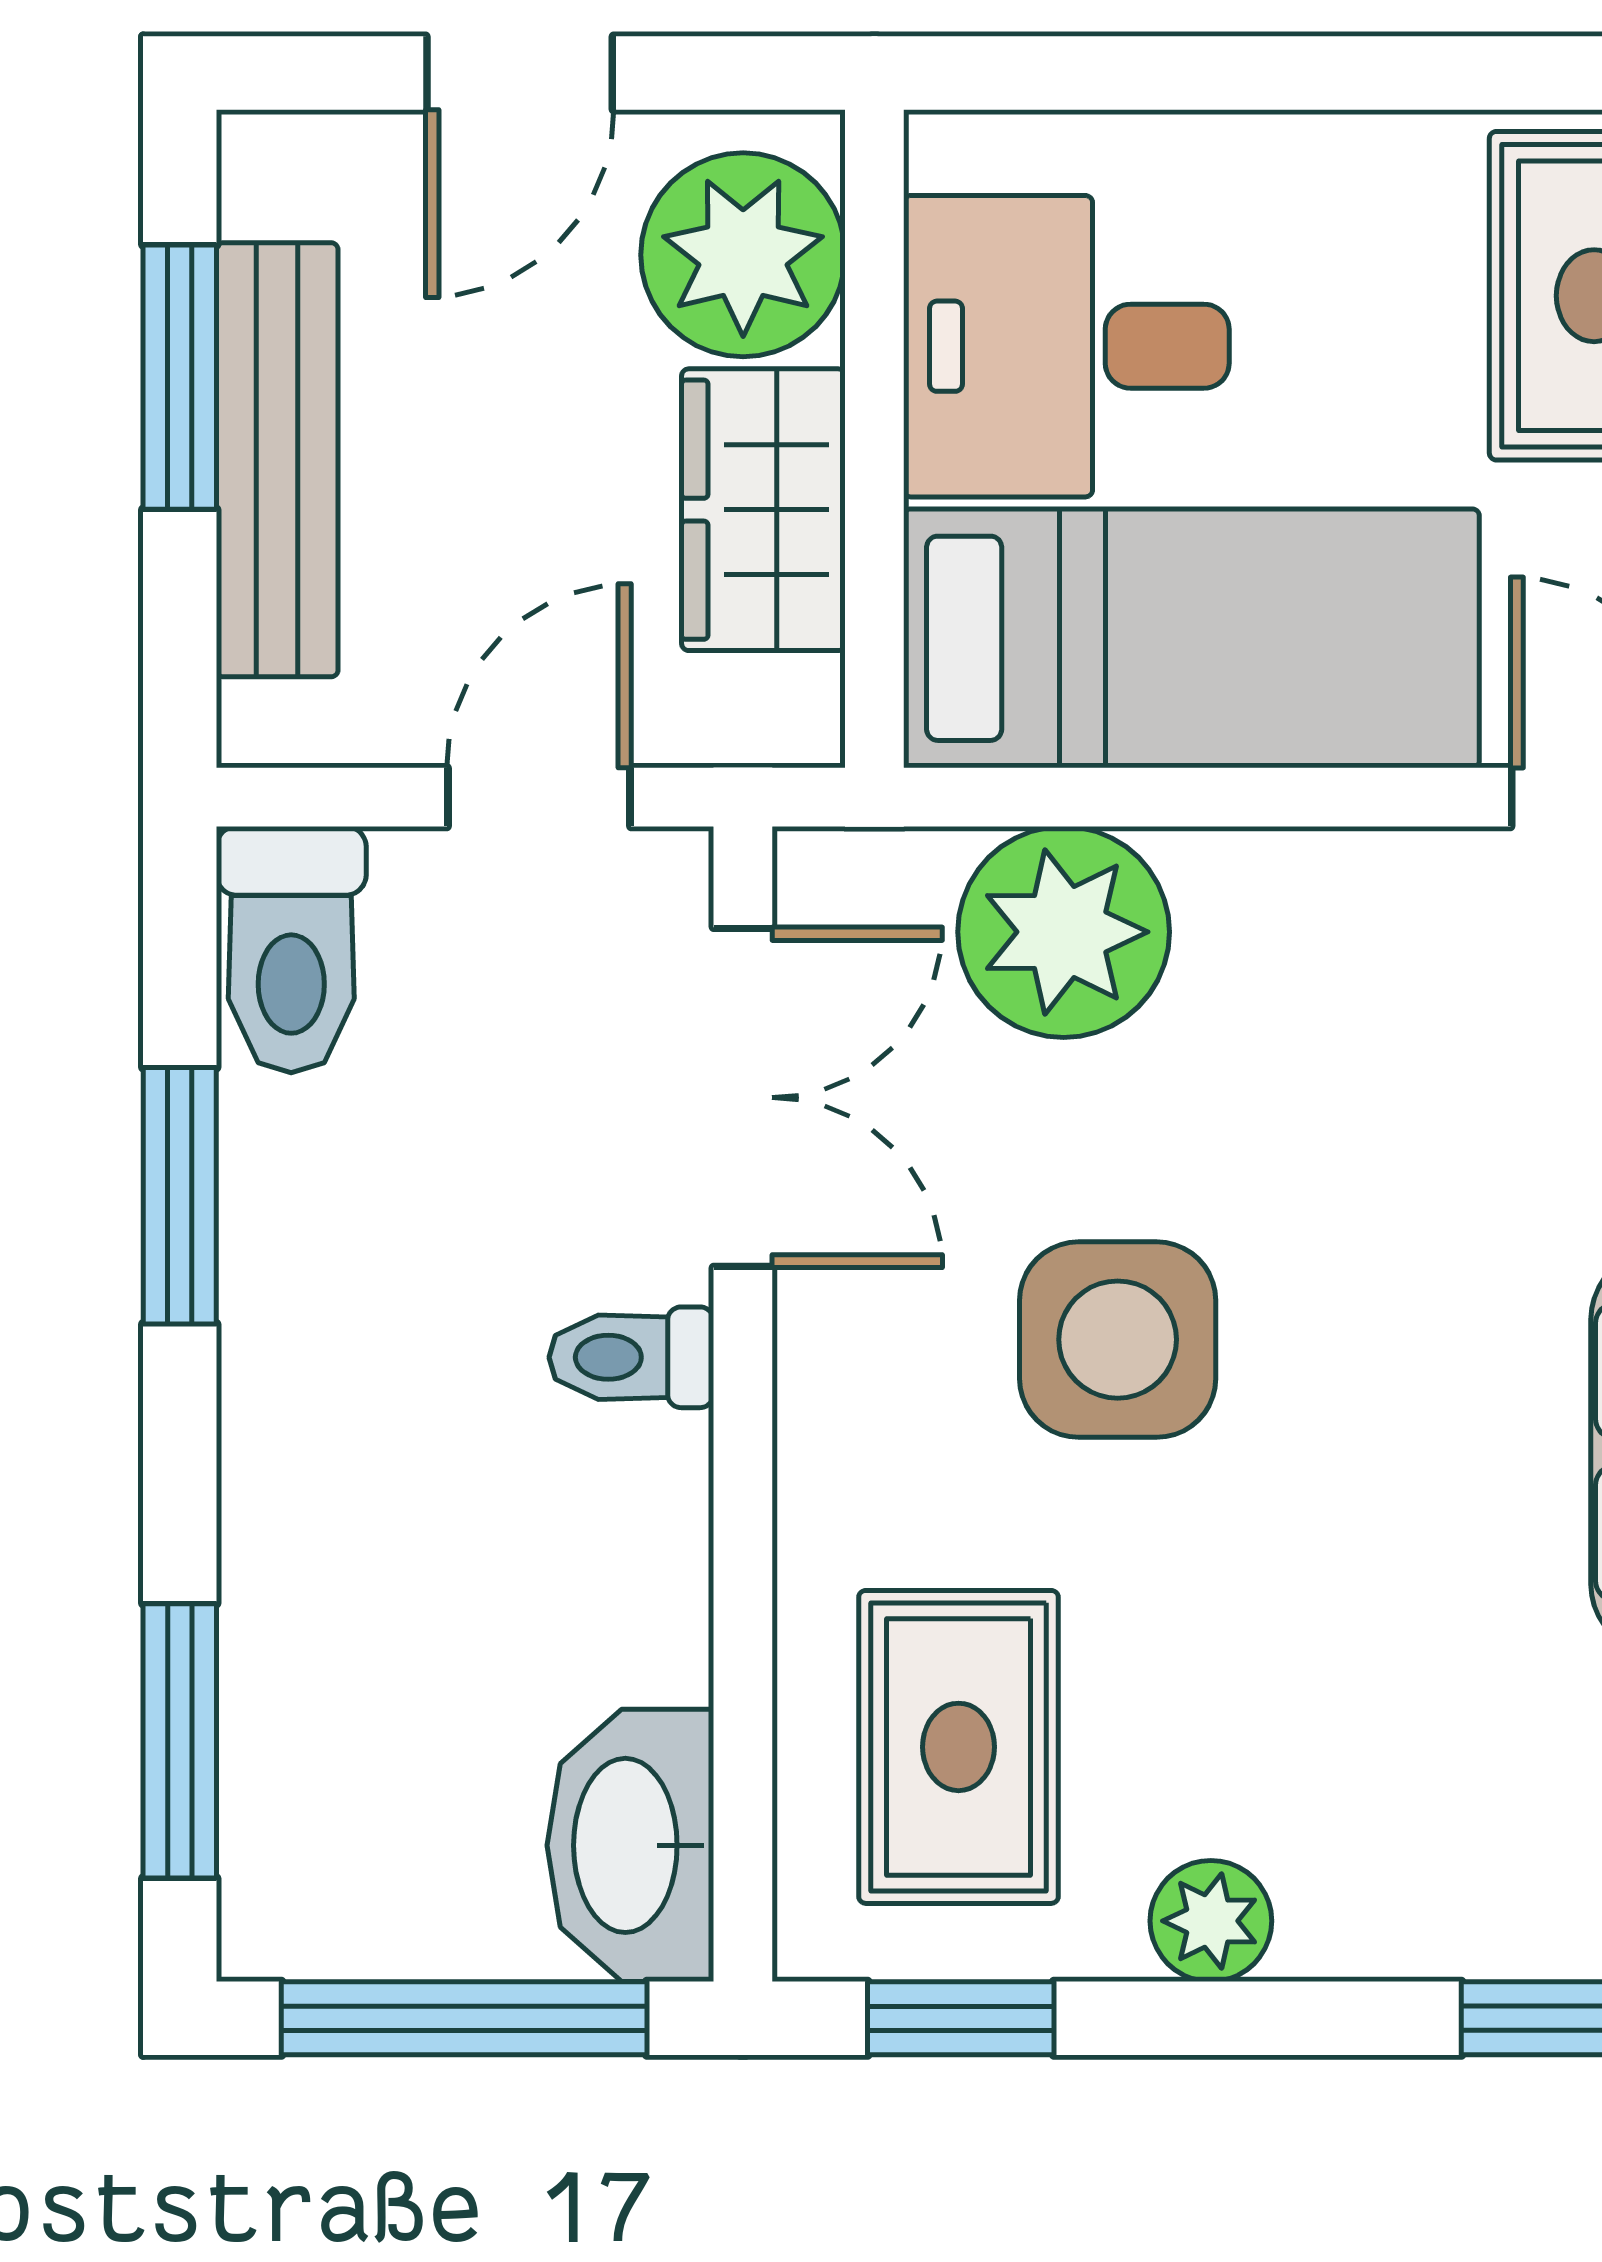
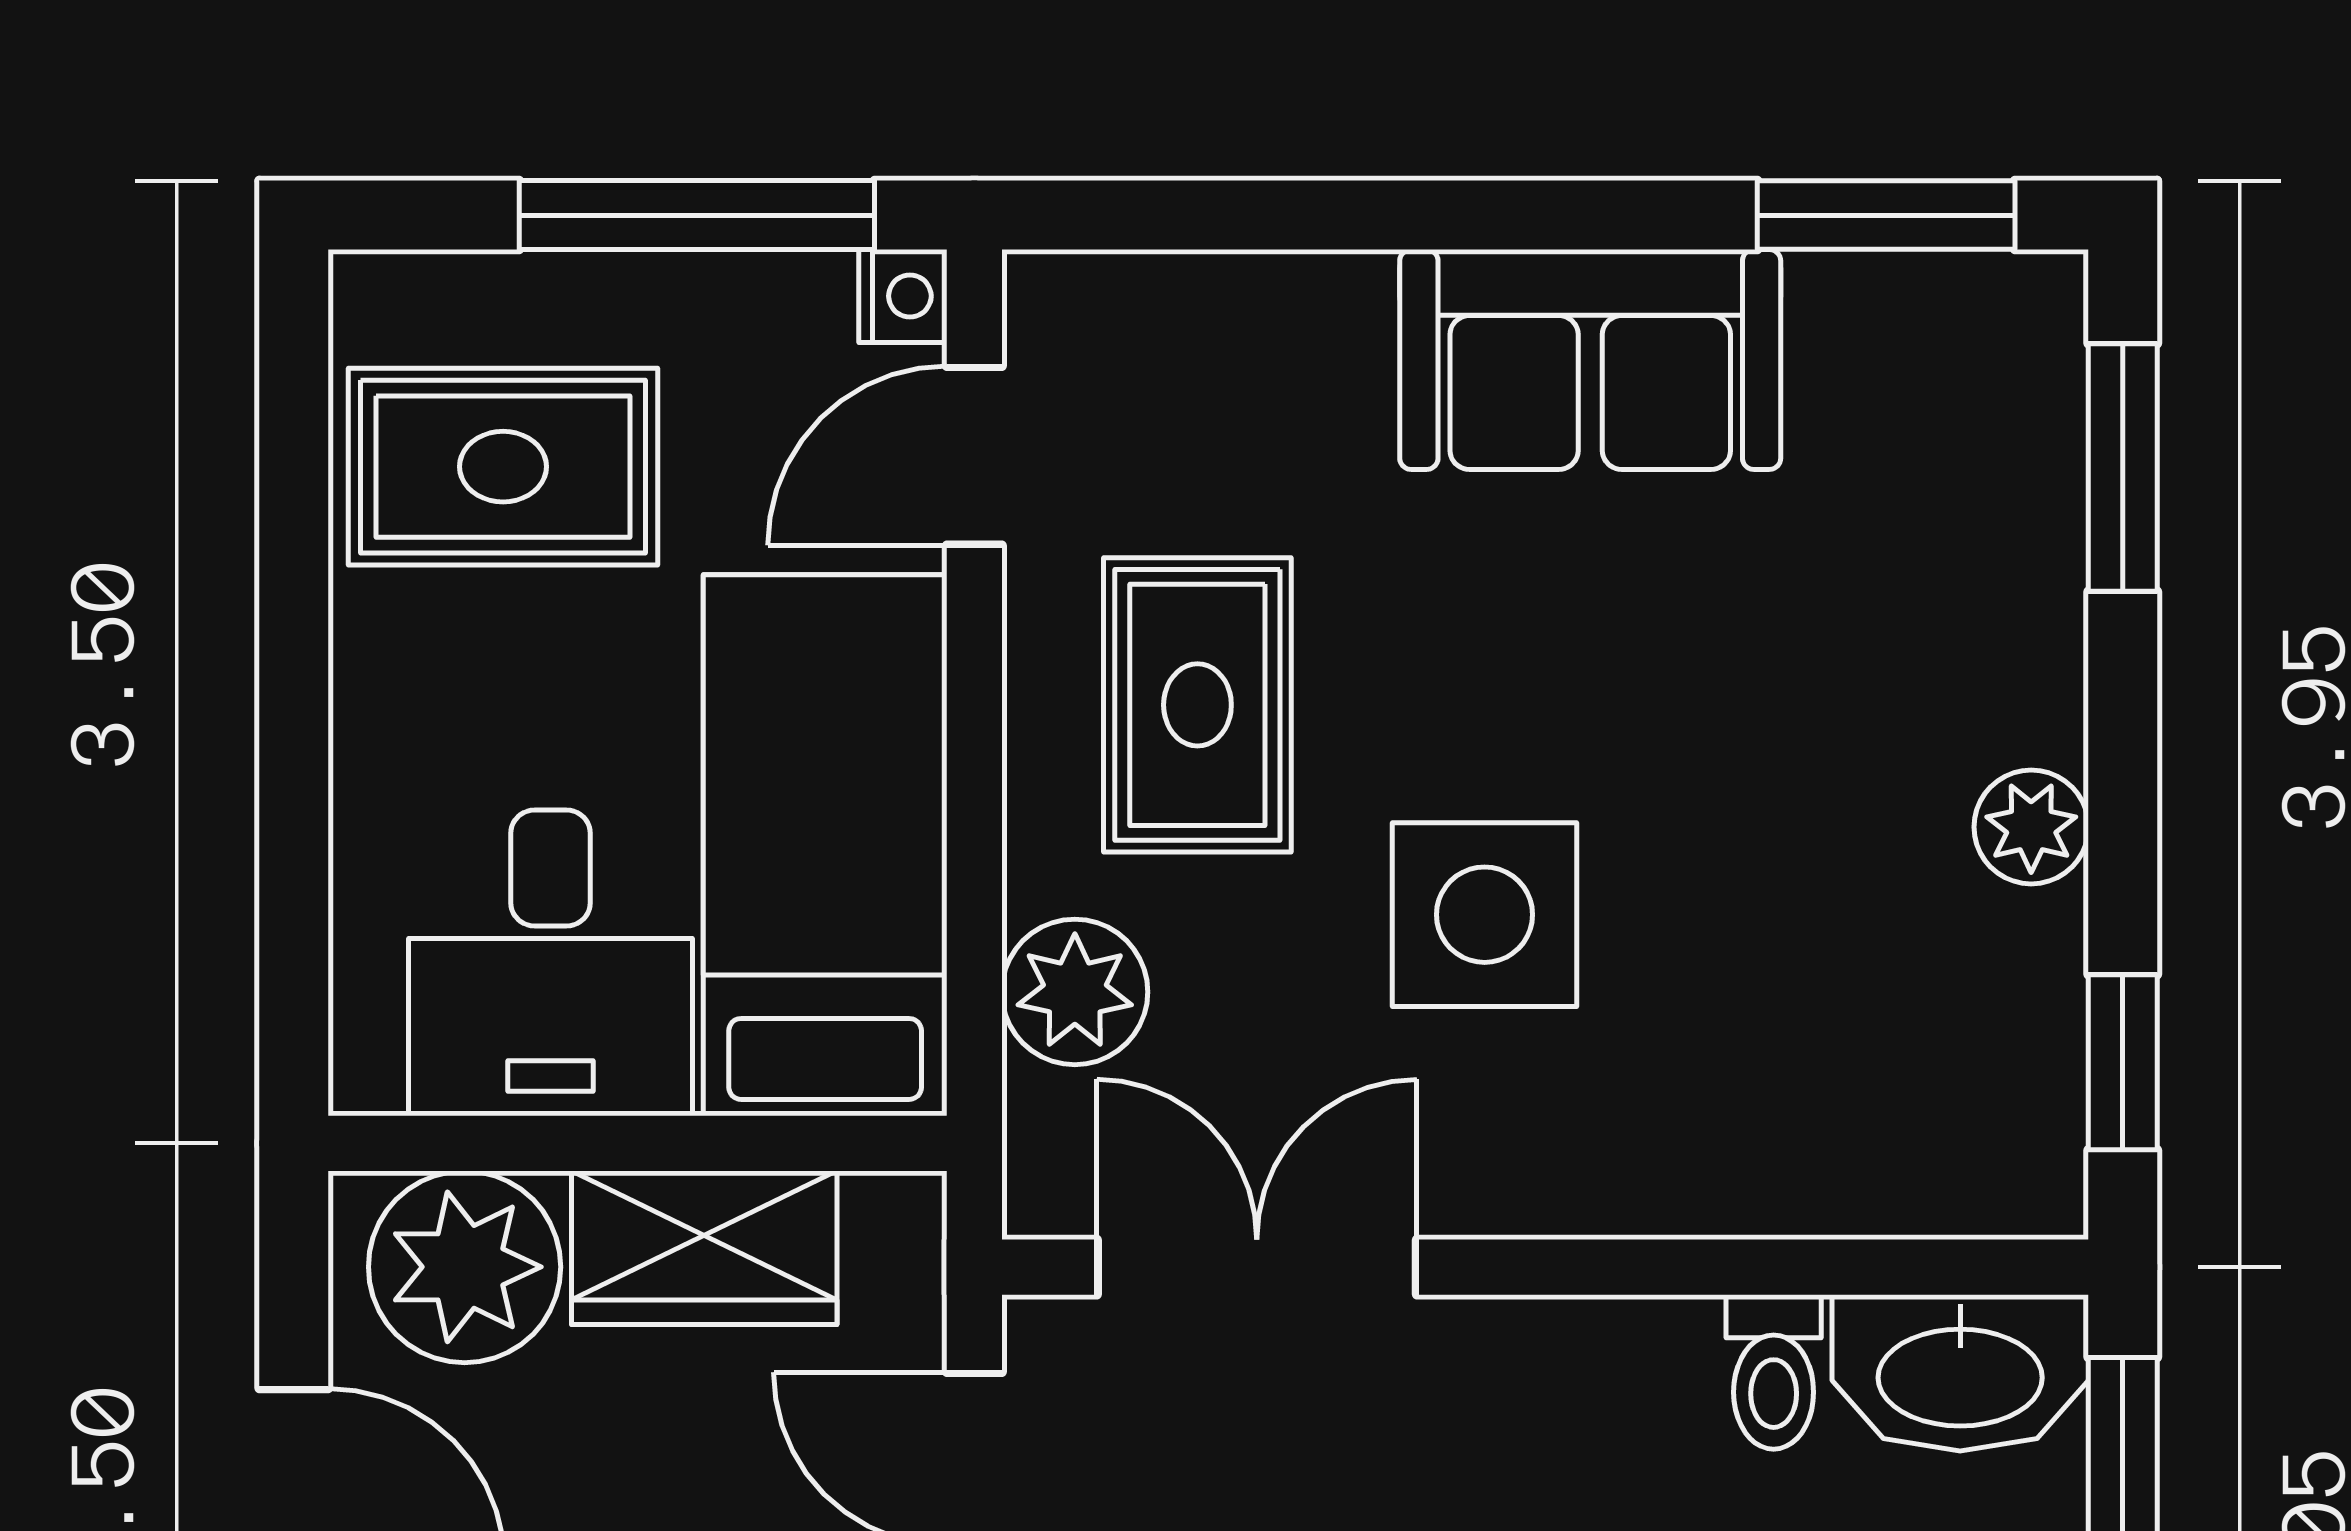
plant: (1064, 932) -> (1075, 992), width x0.73, depth x0.73
toilet: (631, 1357) -> (1774, 1372), moved
rug: (959, 1747) -> (1197, 705), moved, turned 90

